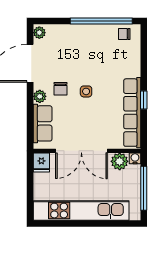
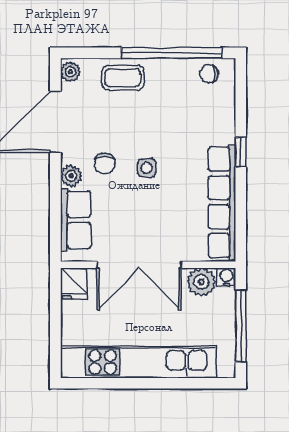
coffee table: (71, 36) -> (123, 78), added
window: (144, 100) -> (241, 152), moved

